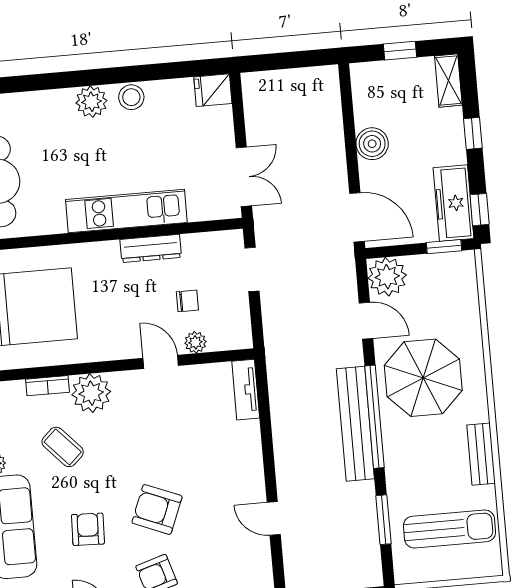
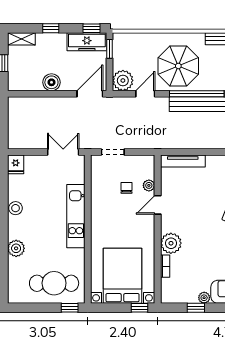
plant: (91, 102) -> (16, 248), moved
dresser: (151, 248) -> (97, 205), removed
tv unit: (246, 390) -> (183, 161), width x1.41
coffee table: (63, 447) -> (198, 261), removed

